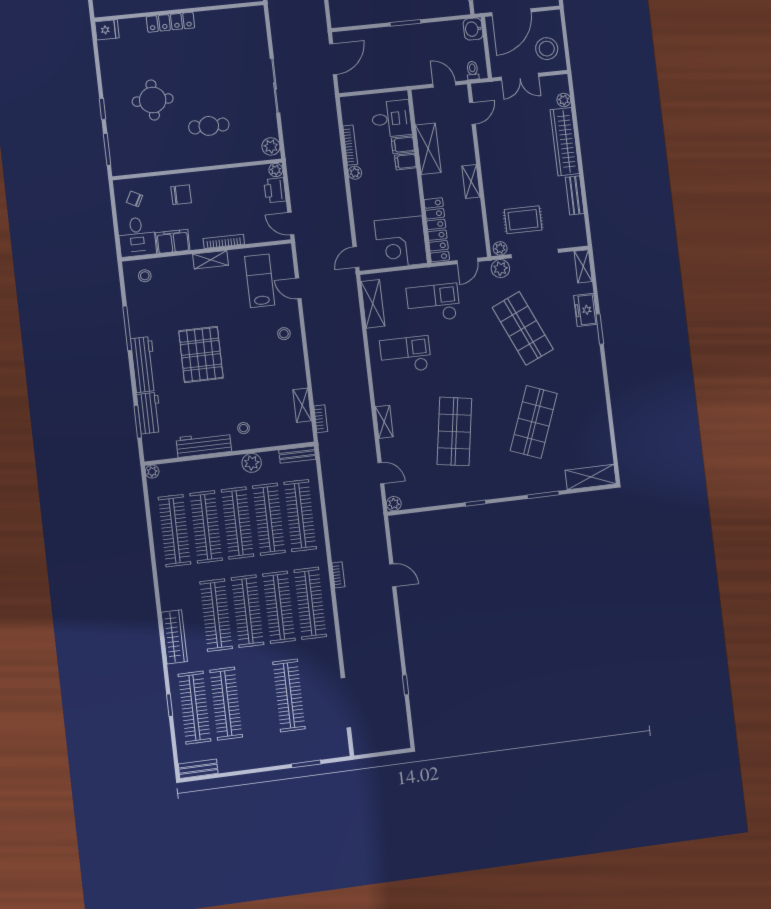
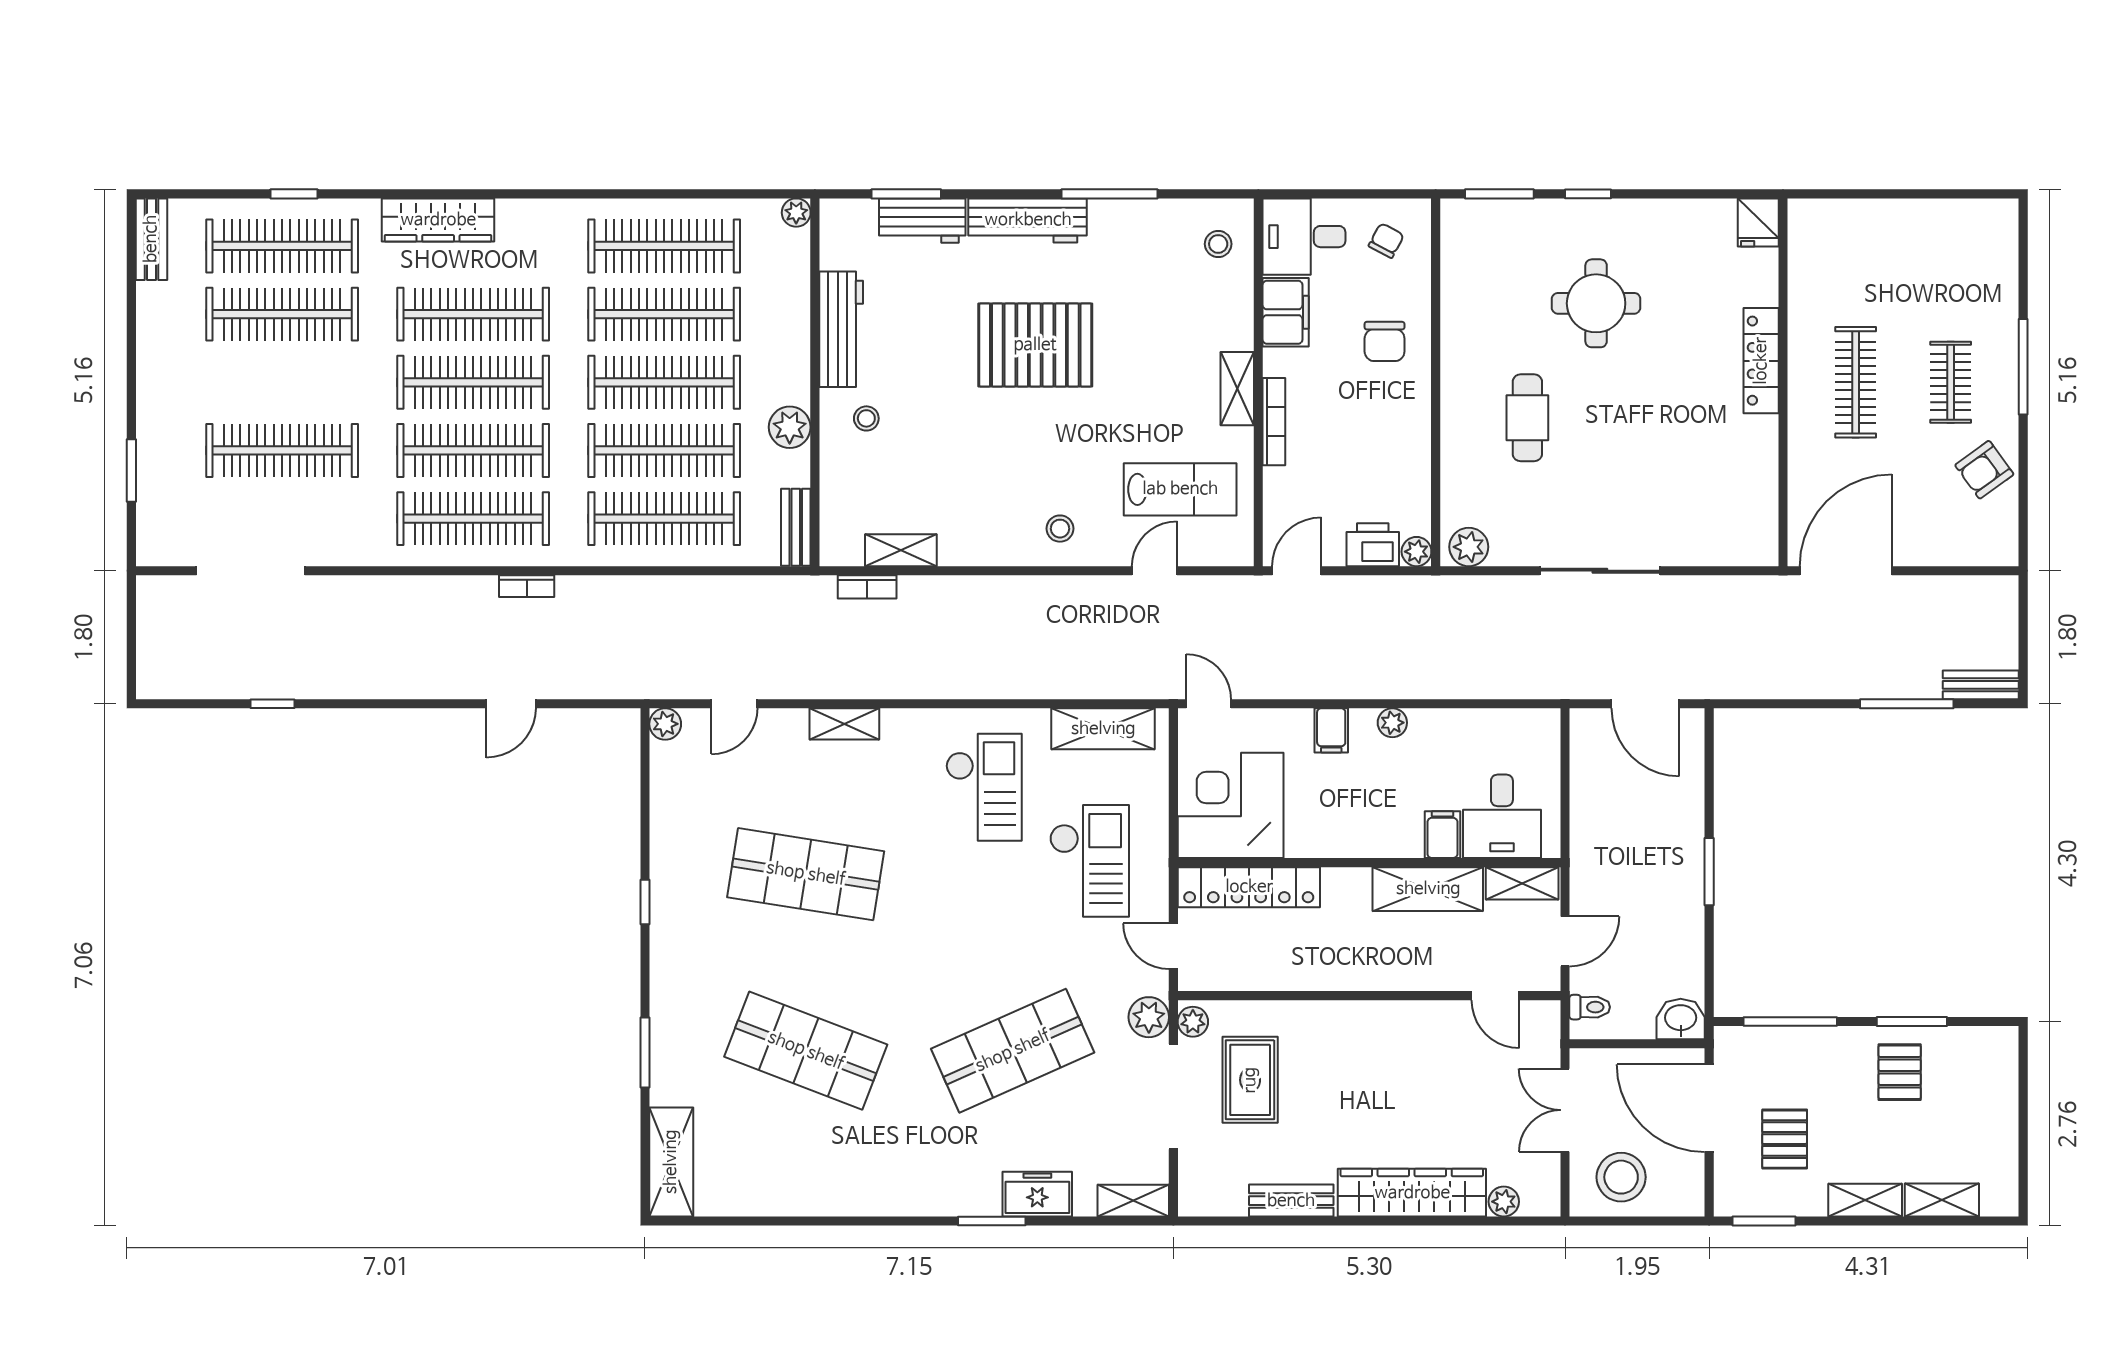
bookcase: (350, 145) -> (1454, 719), removed
filing cabinet: (405, 161) -> (1331, 730), moved, turned 180
shelving: (471, 181) -> (1522, 883), moved

